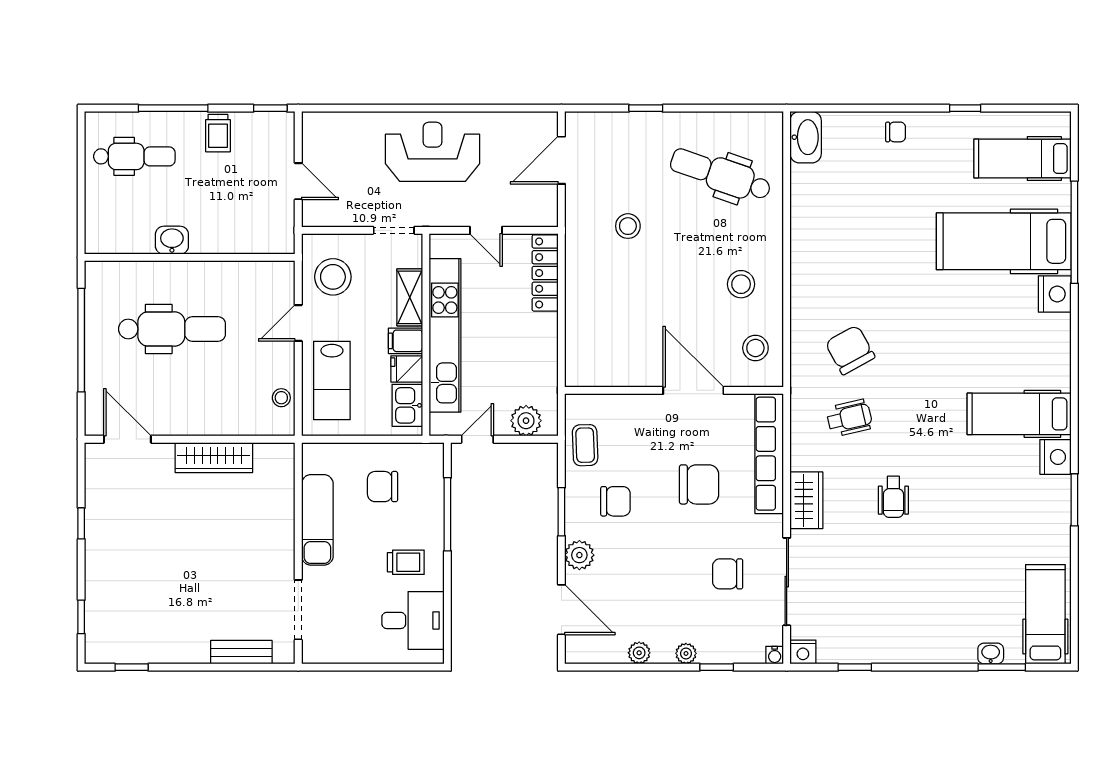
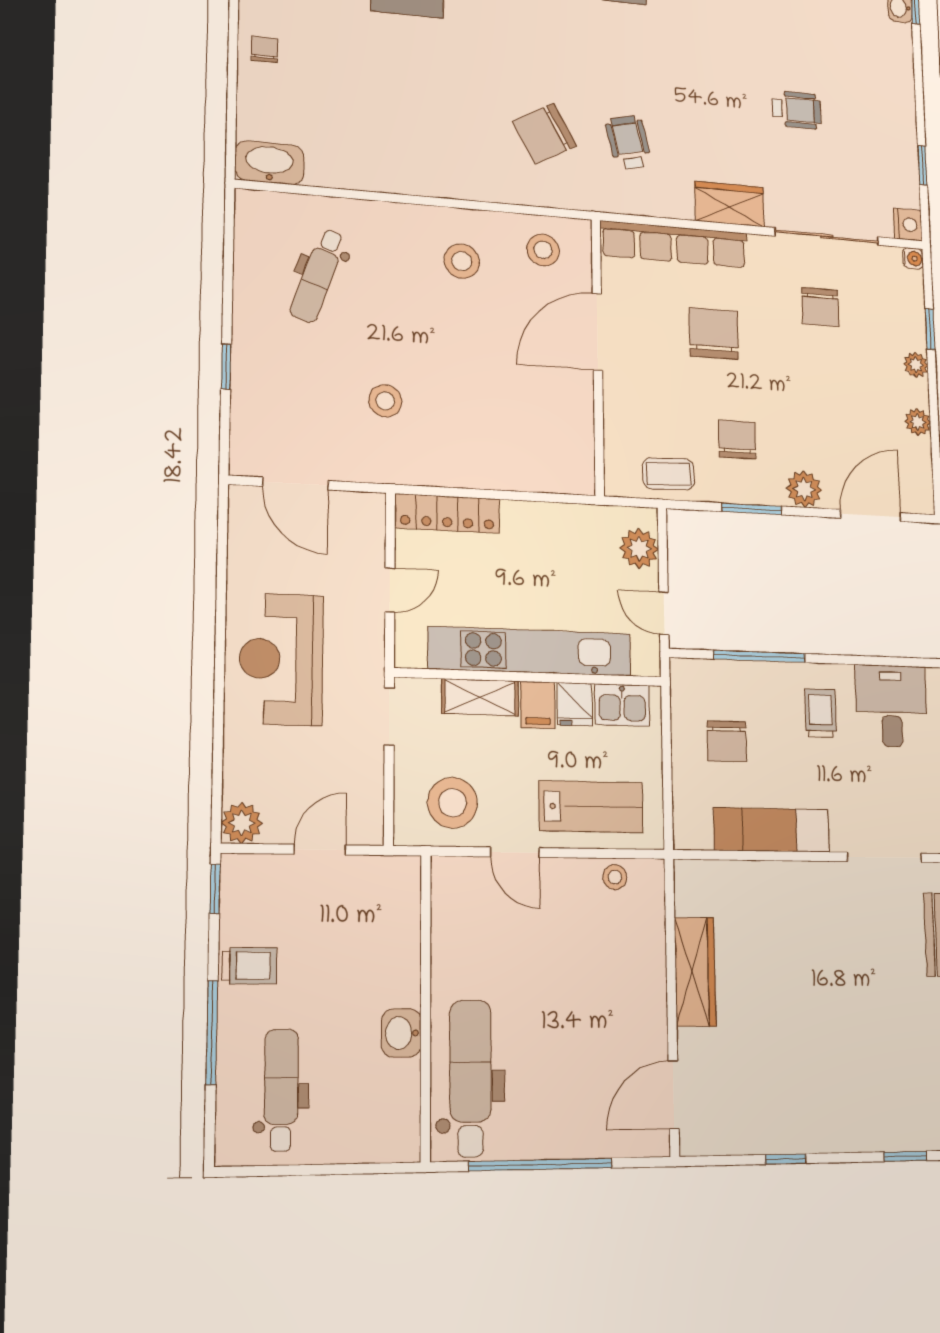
plant: (316, 126) -> (242, 823), added
dental chair: (721, 175) -> (318, 276), width x0.73, depth x0.72
dental chair: (172, 329) -> (470, 1078), moved
wheelchair: (893, 497) -> (796, 110), moved

